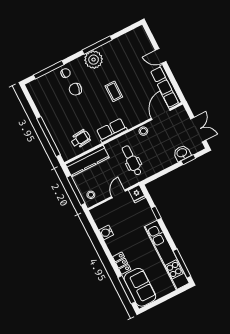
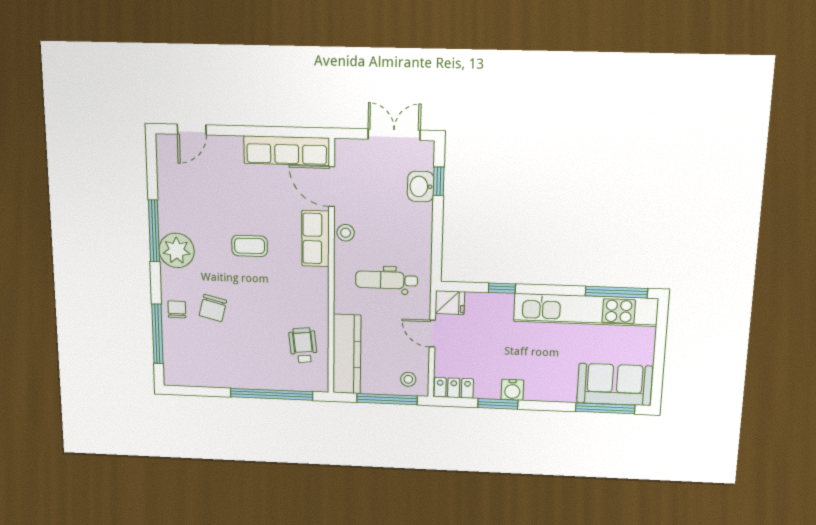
door: (161, 56) -> (192, 130), moved
row of seats: (112, 130) -> (316, 239), moved
water cooler: (106, 232) -> (512, 390), moved
window: (102, 241) -> (498, 404), added
locker: (122, 263) -> (454, 388), moved

